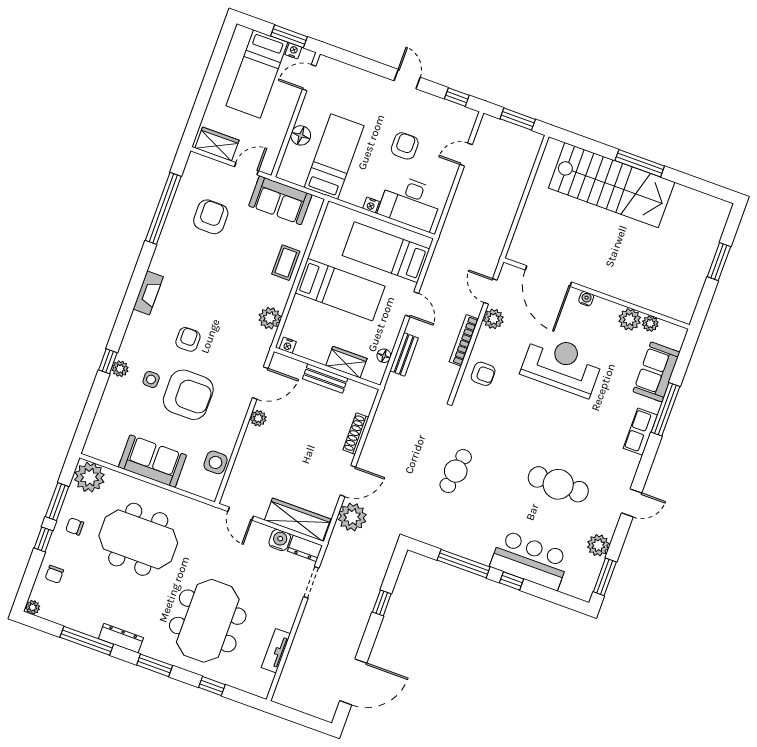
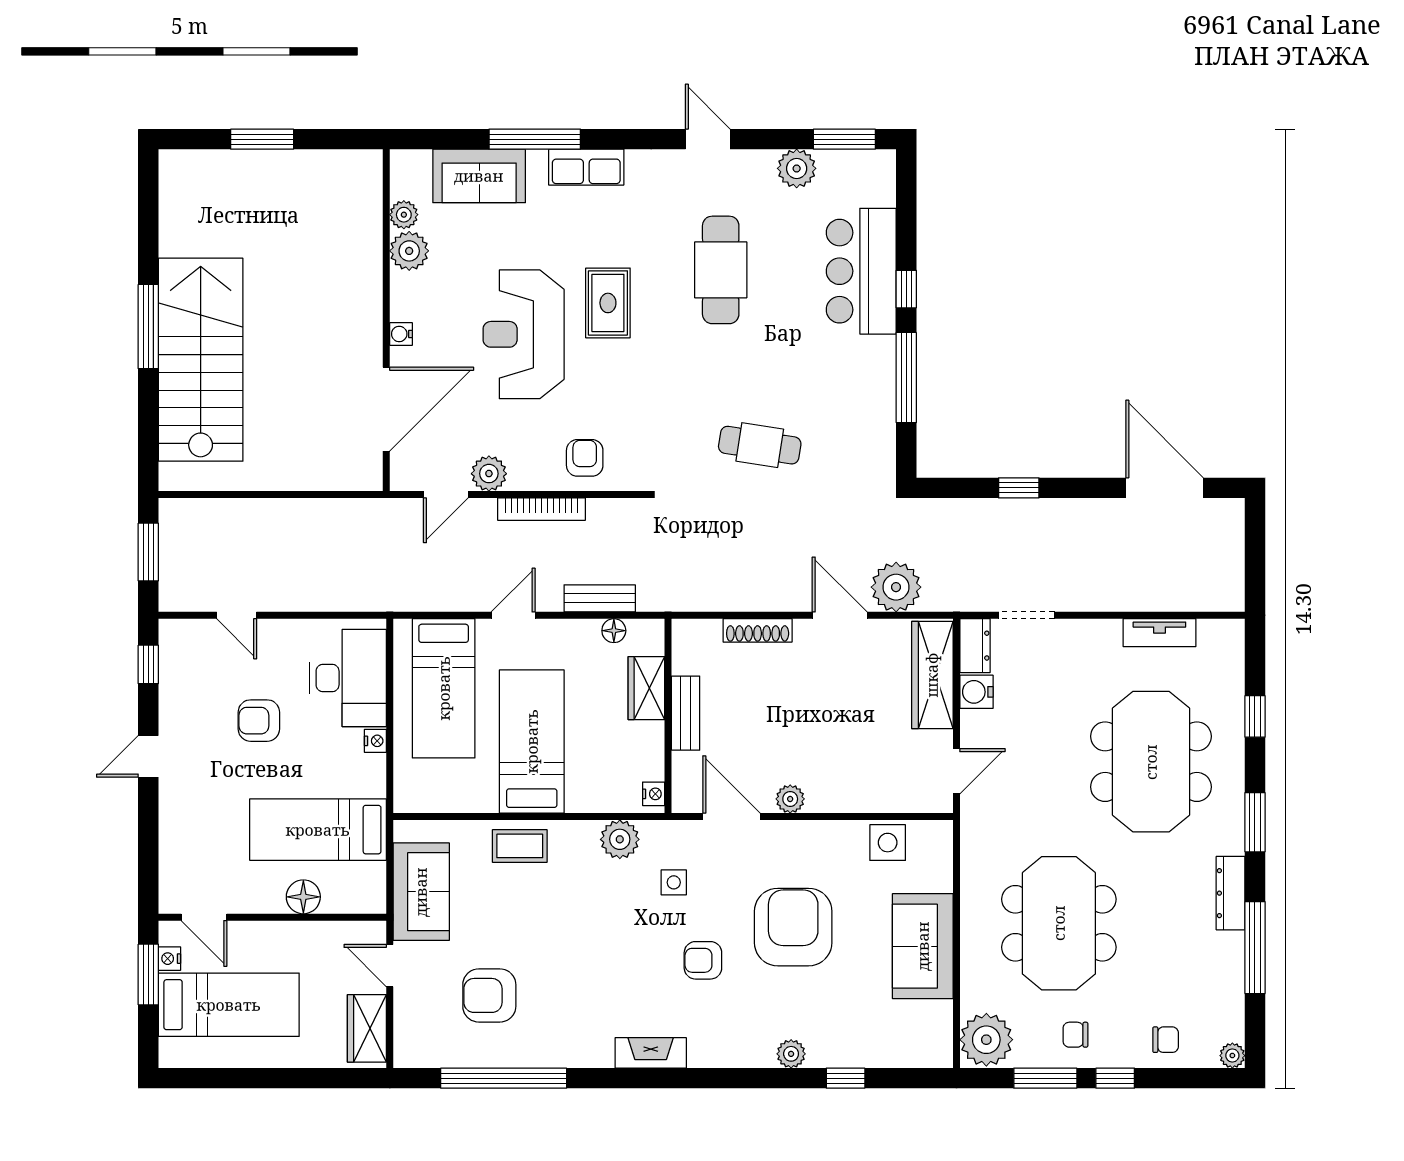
window: (108, 361) -> (846, 1078), moved
side table: (151, 380) -> (674, 882), moved
rug: (562, 417) -> (608, 303), added
chair: (75, 526) -> (1075, 1035), turned 90
meeting table: (208, 621) -> (1151, 762), turned 90

